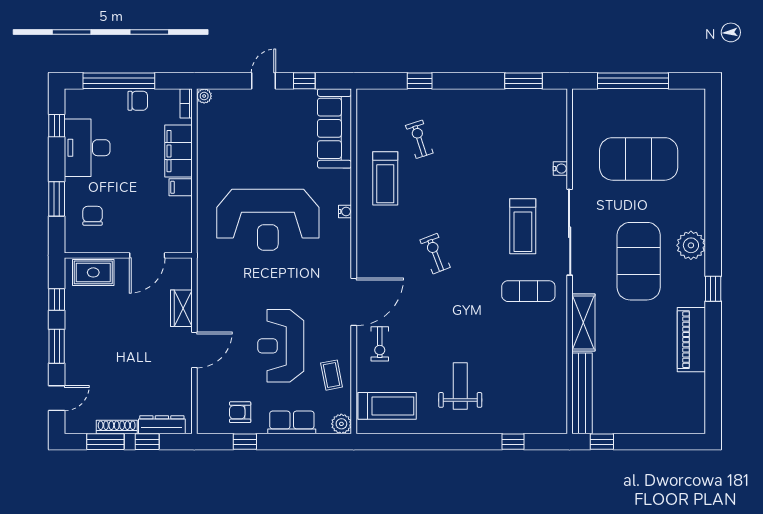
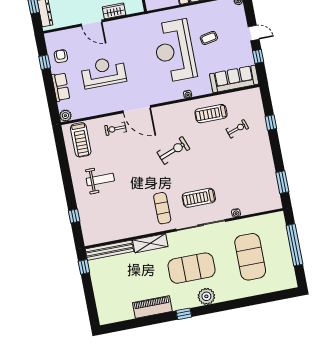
exercise bike: (435, 254) -> (173, 150), width x1.38, depth x1.39
coffee table: (332, 375) -> (209, 38), moved

